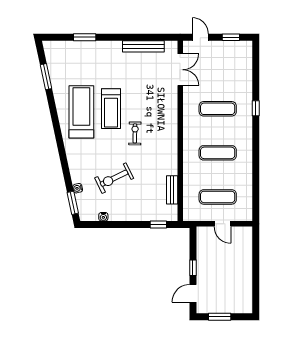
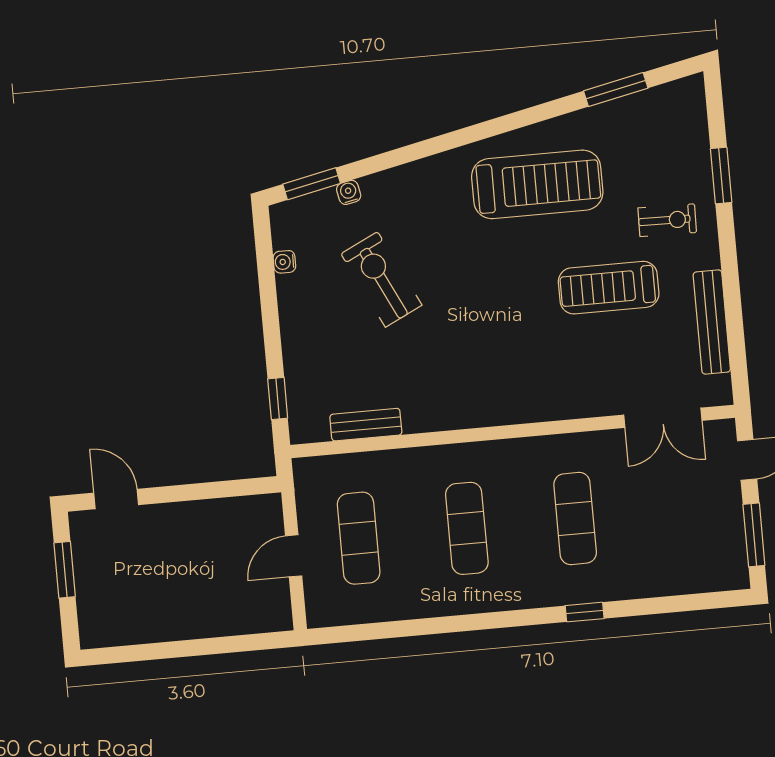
window: (231, 37) -> (754, 535), width x1.50
treadmill: (111, 109) -> (609, 288), moved
exercise bike: (135, 133) -> (667, 220), moved
window: (193, 268) -> (179, 493), removed

